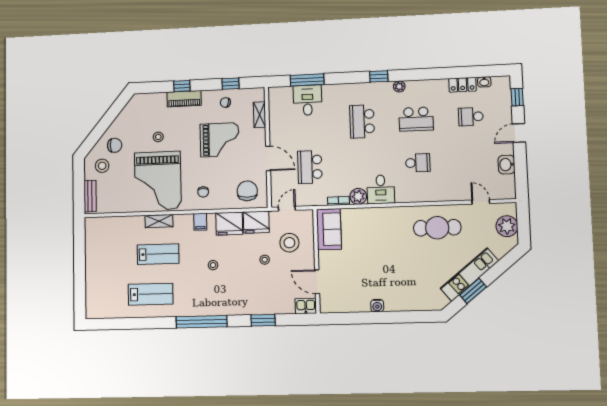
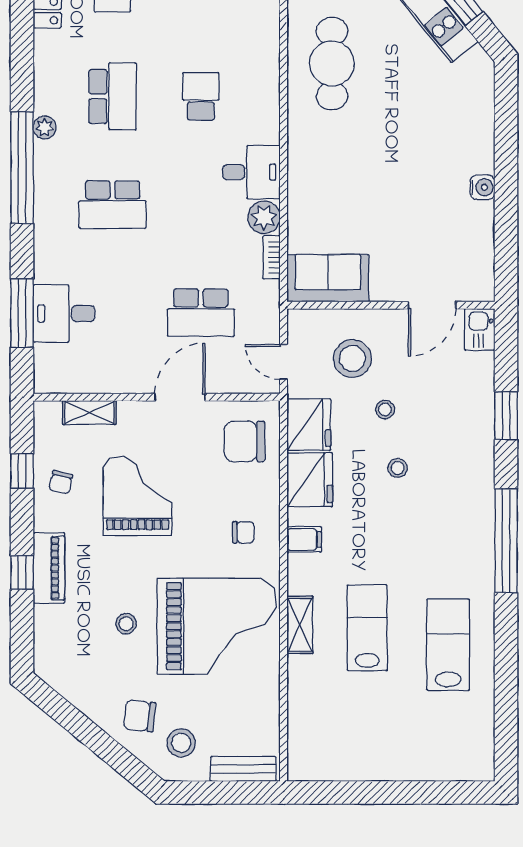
window: (379, 76) -> (22, 168), width x3.17
chair: (115, 145) -> (140, 716), turned -84
stool: (213, 265) -> (398, 468), moved

